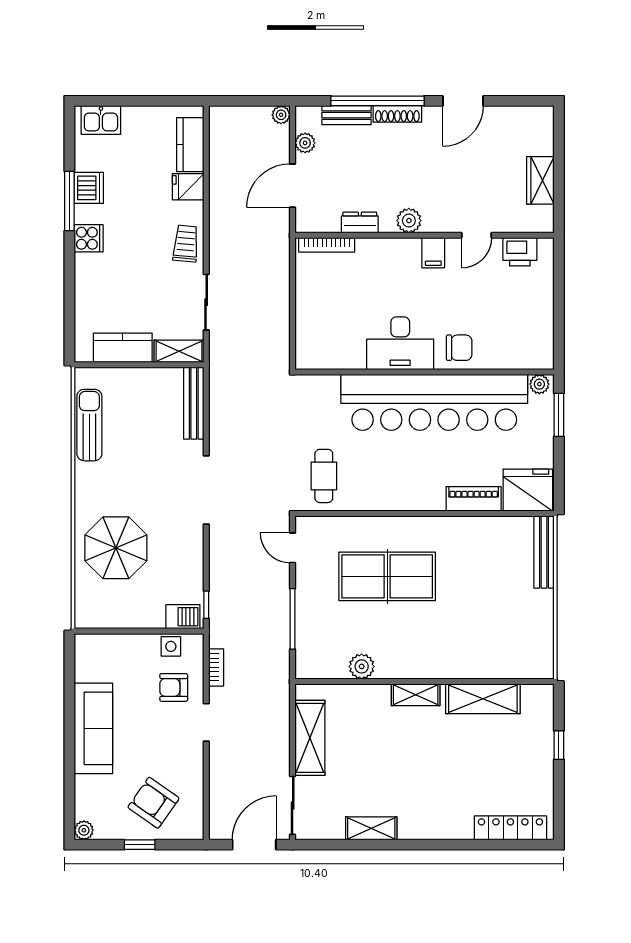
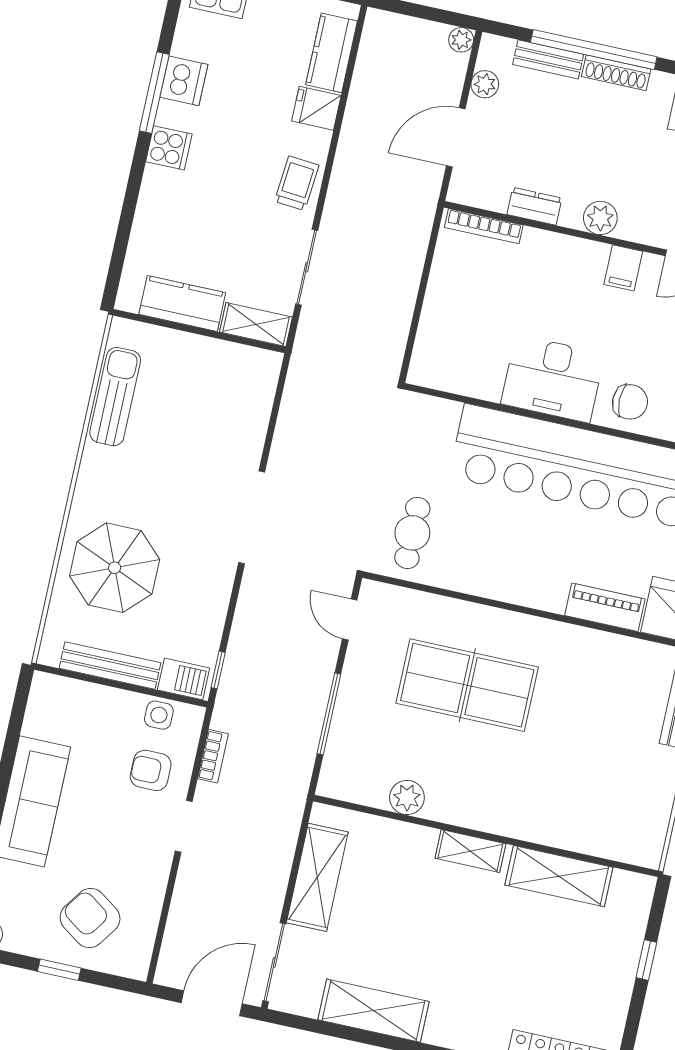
bench: (194, 403) -> (110, 666), moved, turned 90
shelving: (371, 828) -> (373, 1011), width x1.50, depth x1.33

